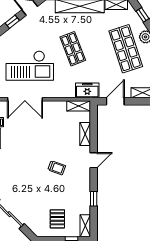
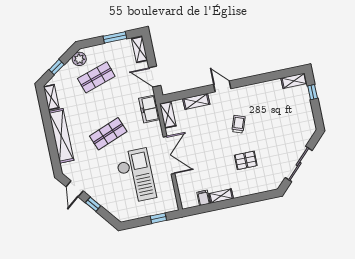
shop shelf: (126, 49) -> (96, 77), width x0.70, depth x0.74
double door: (25, 99) -> (169, 155), moved
window: (94, 199) -> (263, 78), removed
pallet: (57, 219) -> (246, 160), moved

